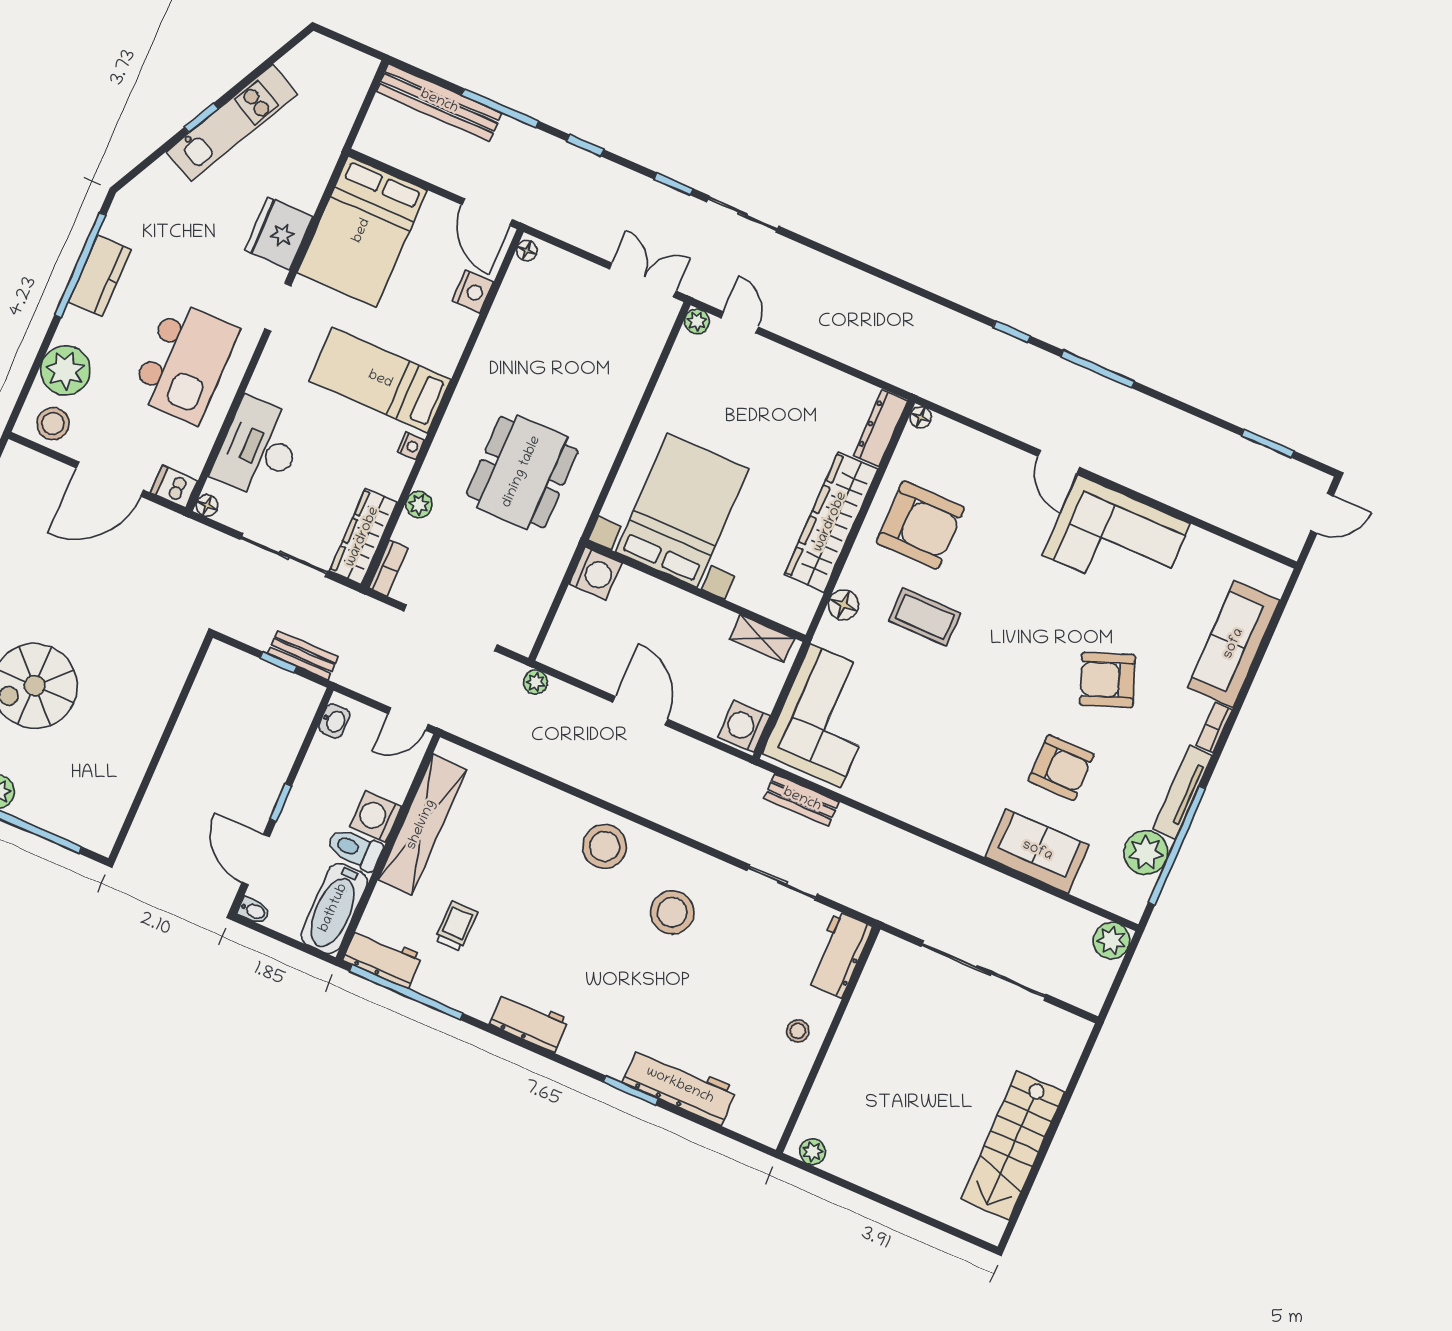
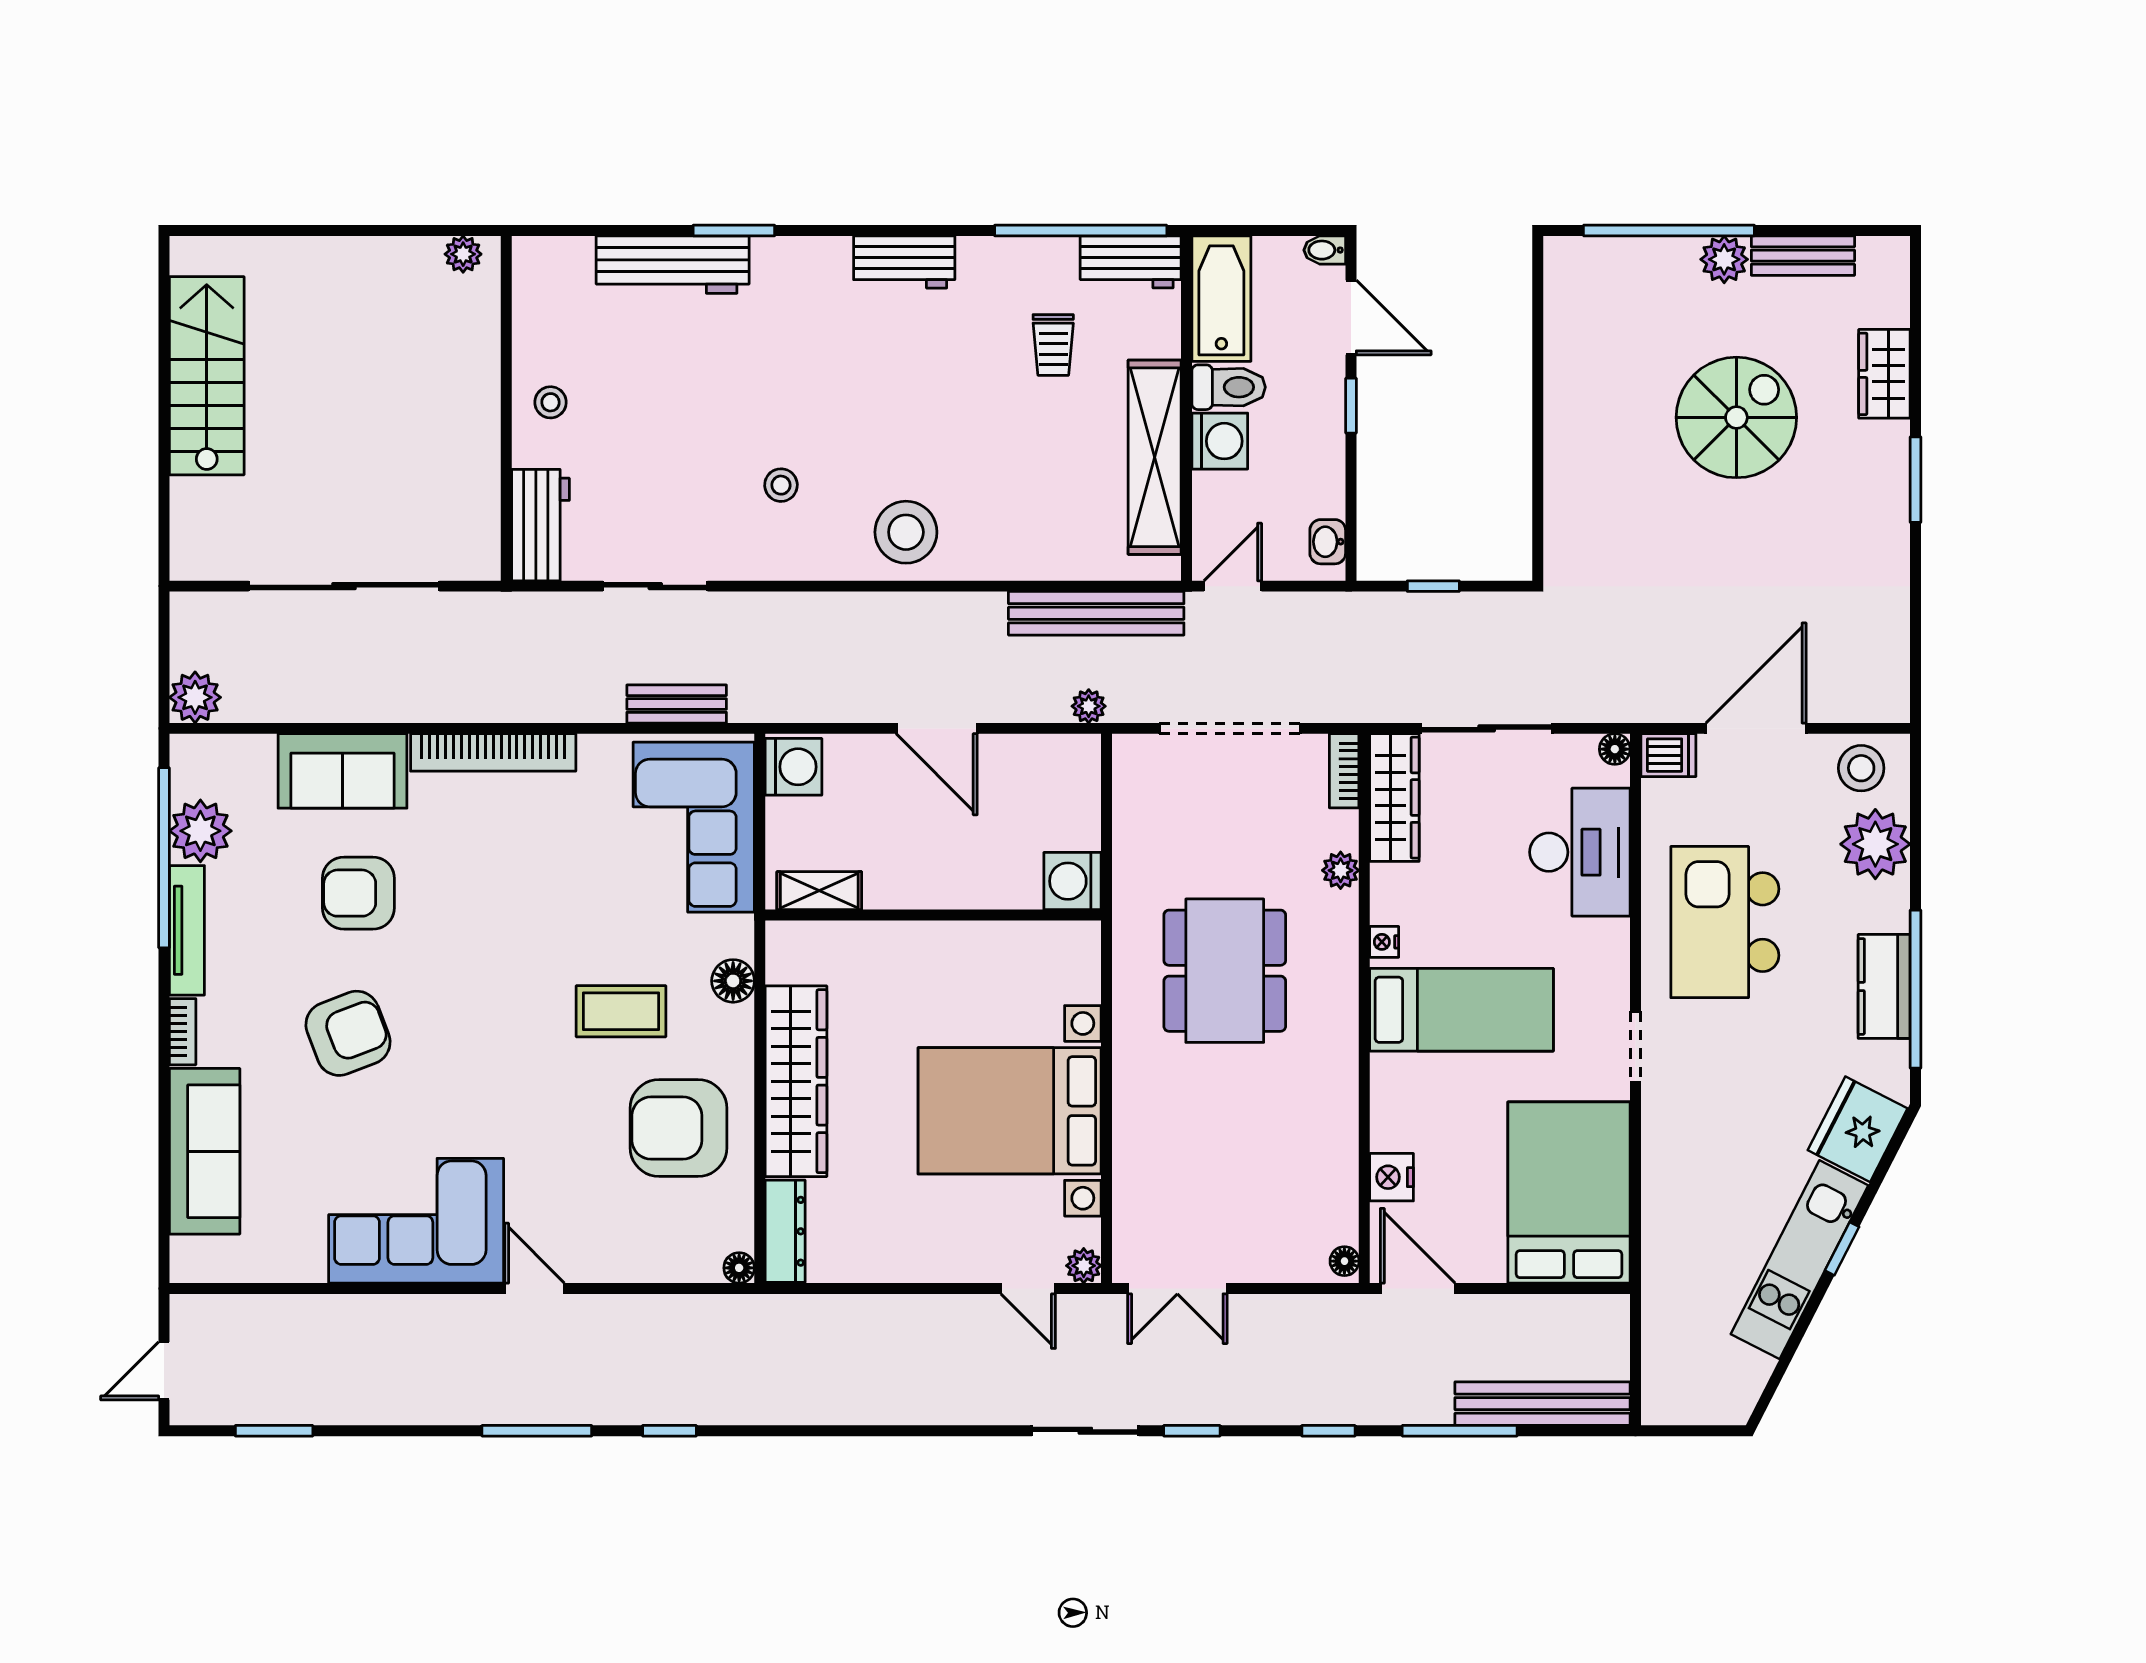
fridge: (279, 233) -> (1858, 1129), moved, turned -153
bed with nightstands: (682, 510) -> (1010, 1111), moved, turned 90
bench: (303, 655) -> (1096, 613), moved, width x1.86, depth x1.21
bookcase: (934, 821) -> (493, 752), added
stool: (672, 912) -> (781, 485), width x0.53, depth x0.53

